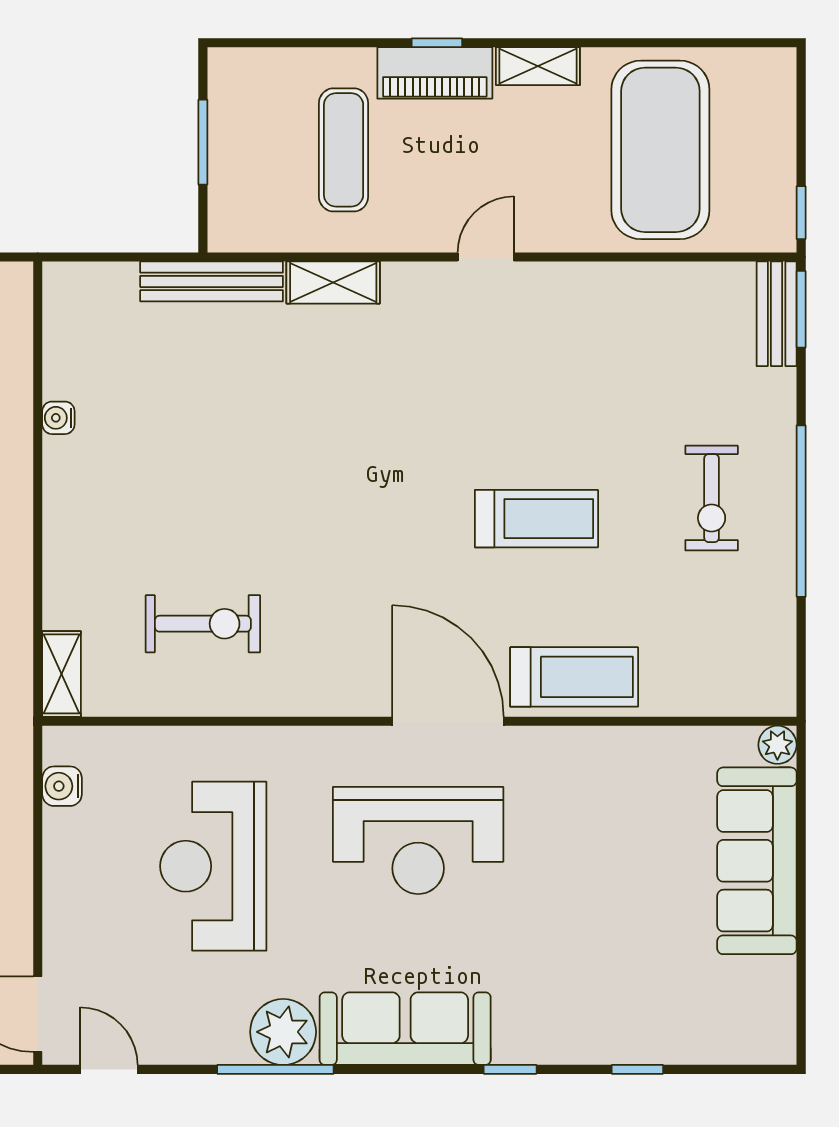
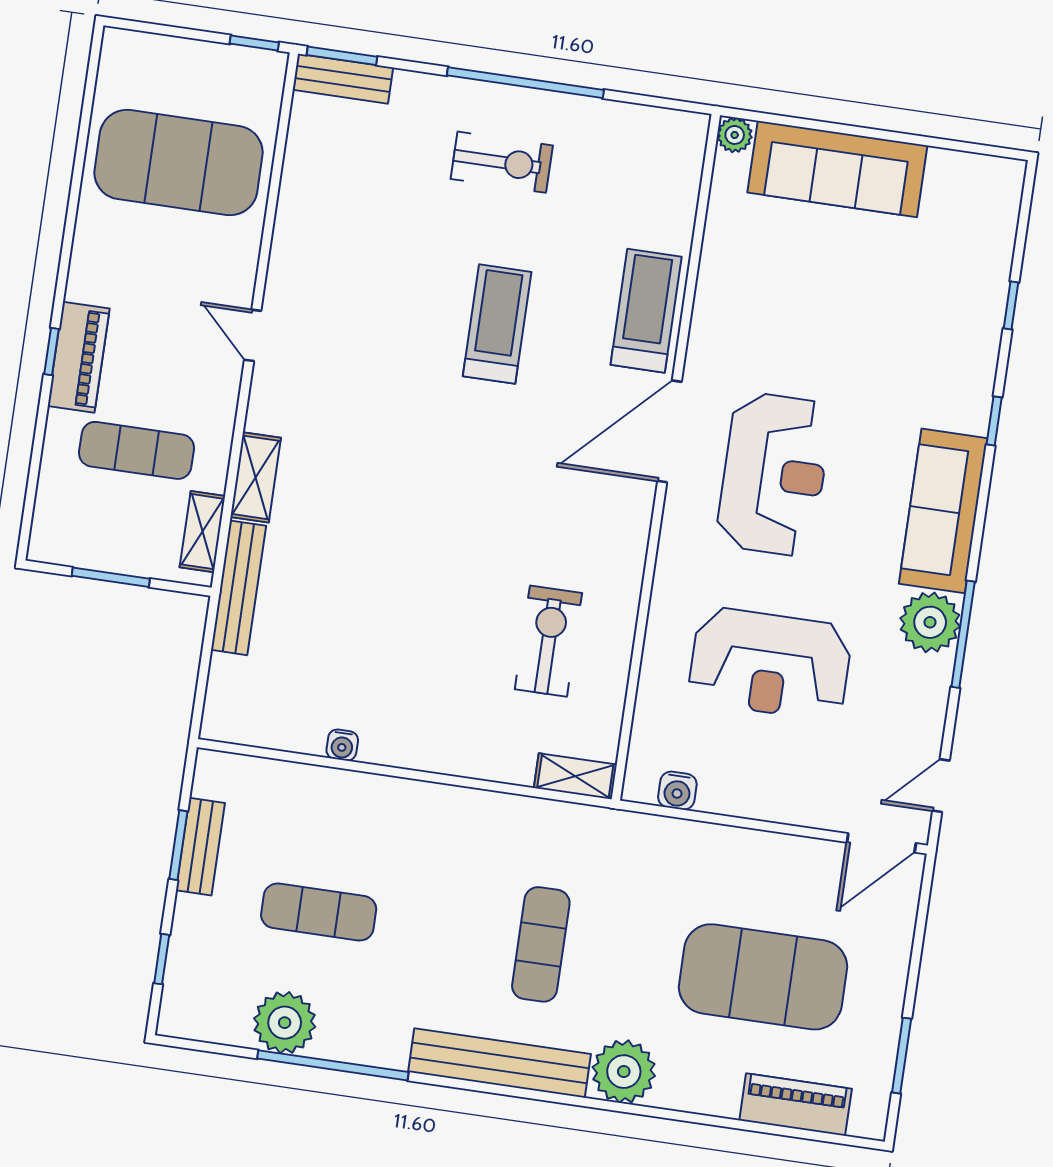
shelving: (538, 66) -> (202, 532), moved

